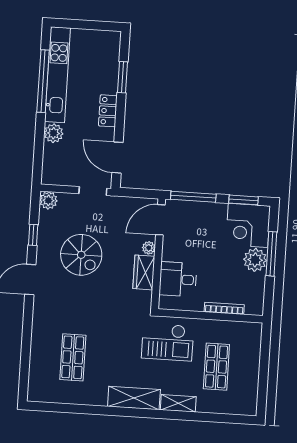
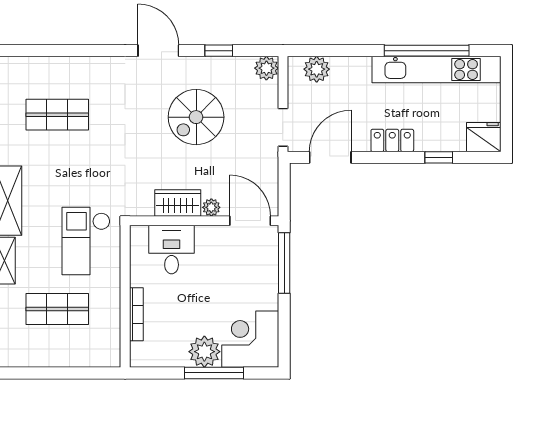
fridge: (110, 43) -> (484, 137), added
window: (123, 77) -> (439, 157), width x0.67
plant: (54, 133) -> (317, 69), moved
window: (244, 200) -> (284, 331), removed

